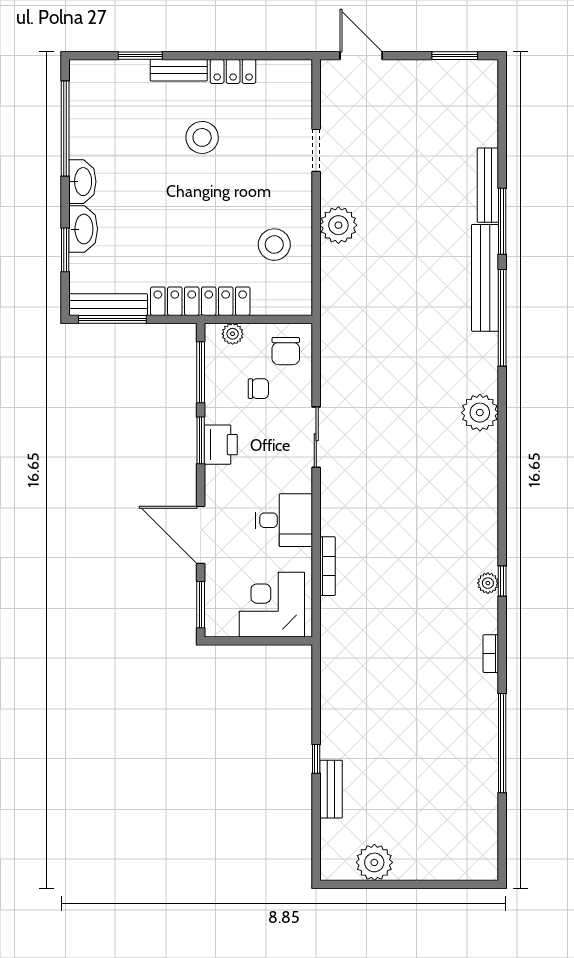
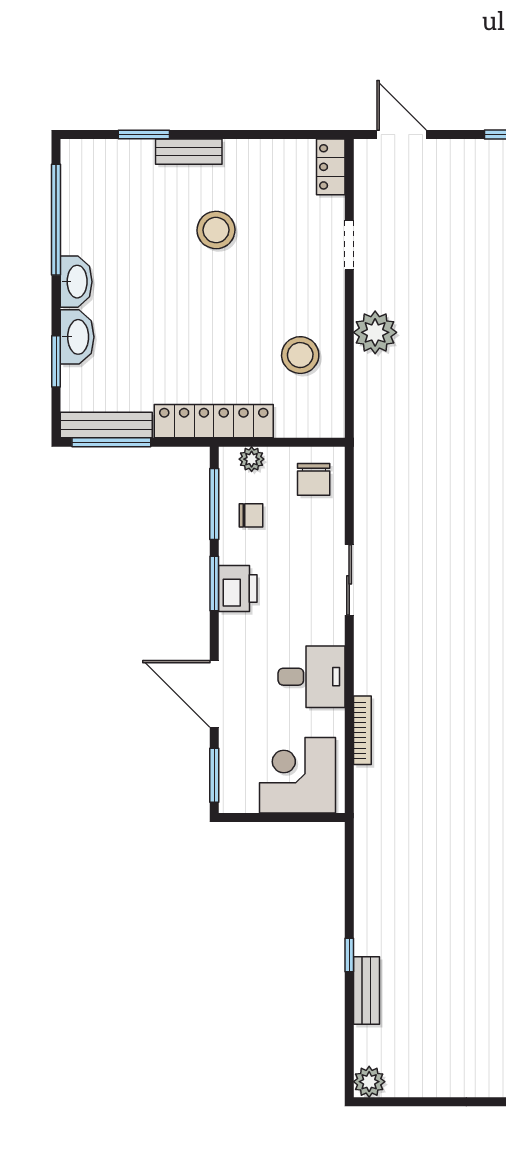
locker: (233, 71) -> (331, 167), moved, turned 90
chair: (258, 389) -> (251, 515), moved
plant: (374, 862) -> (369, 1082), moved, width x0.73, depth x0.73

